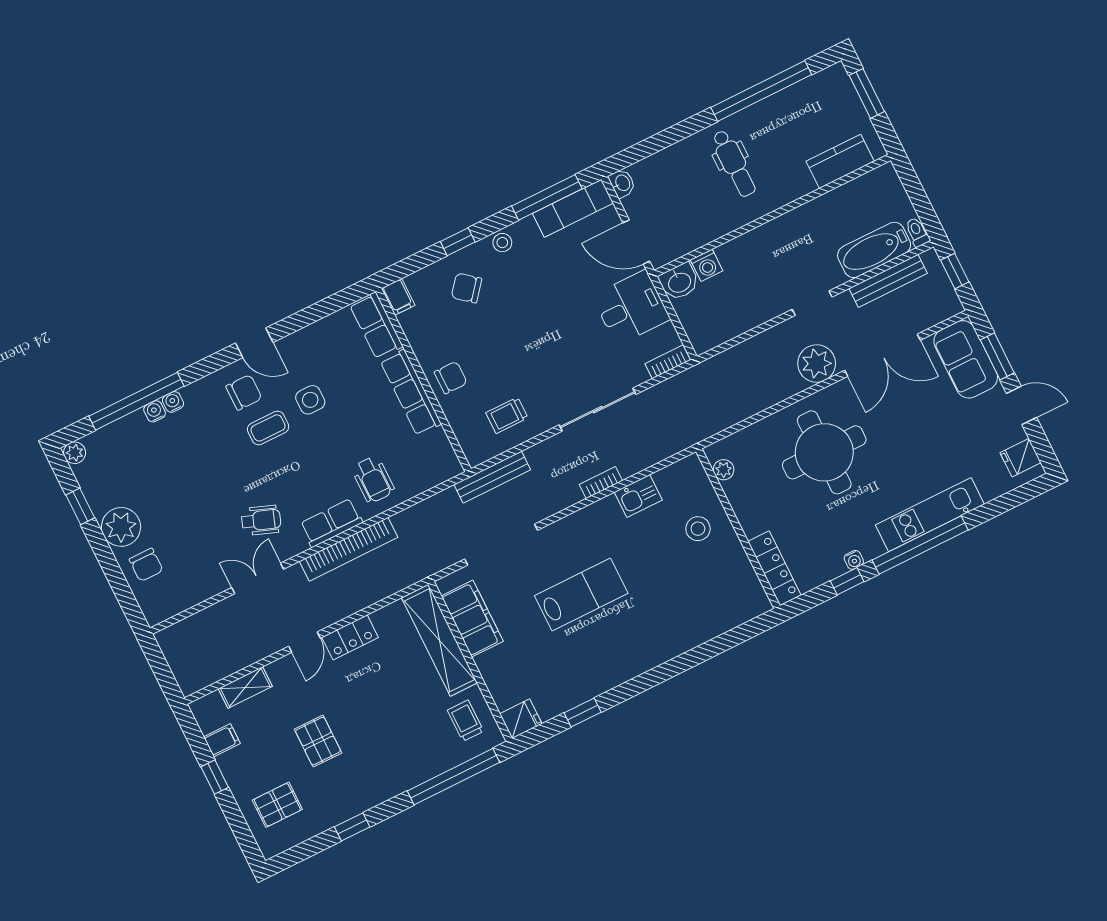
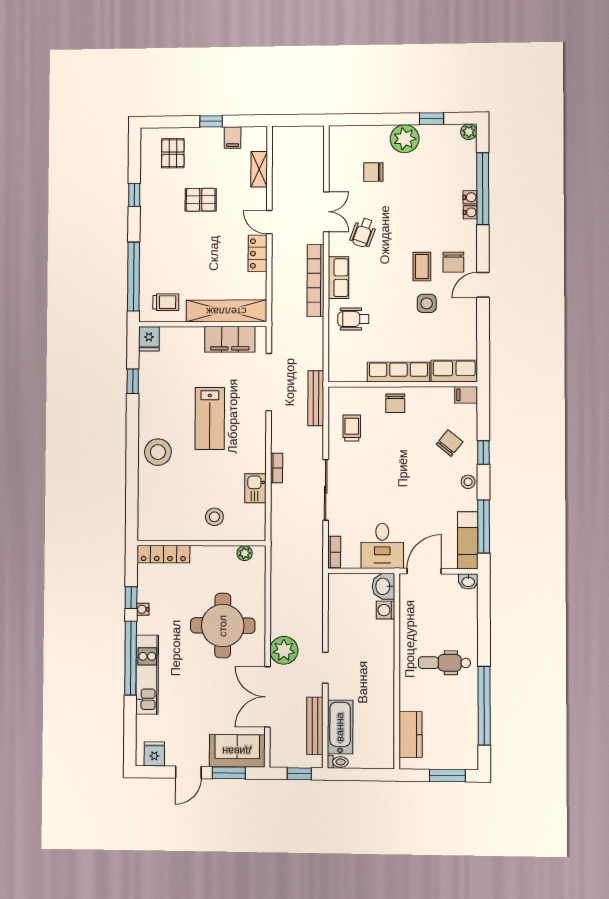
chair: (146, 565) -> (373, 172), moved
stool: (654, 638) -> (158, 452), added

